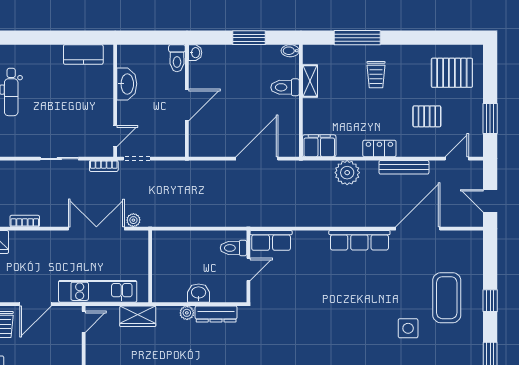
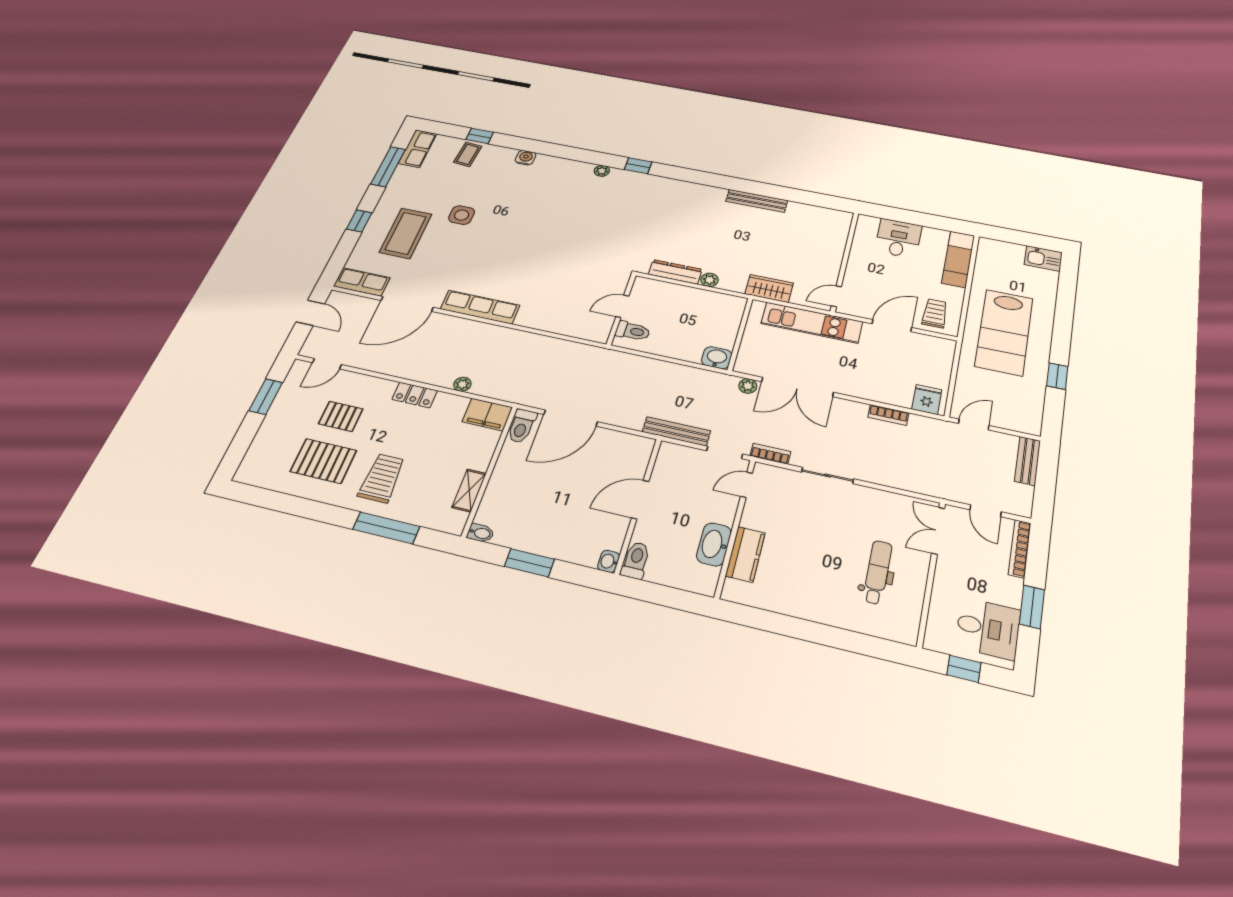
kitchen counter: (83, 54) -> (745, 554), moved, turned 90
pallet: (452, 73) -> (323, 461), moved
trolley: (376, 75) -> (382, 478), width x1.36, depth x1.39
toilet: (285, 87) -> (522, 426), moved, turned 90
bench: (404, 167) -> (676, 431), moved
plant: (347, 173) -> (462, 384), width x0.53, depth x0.53
row of seats: (271, 240) -> (362, 282), moved
washbasin: (199, 293) -> (717, 358), moved, turned 180

